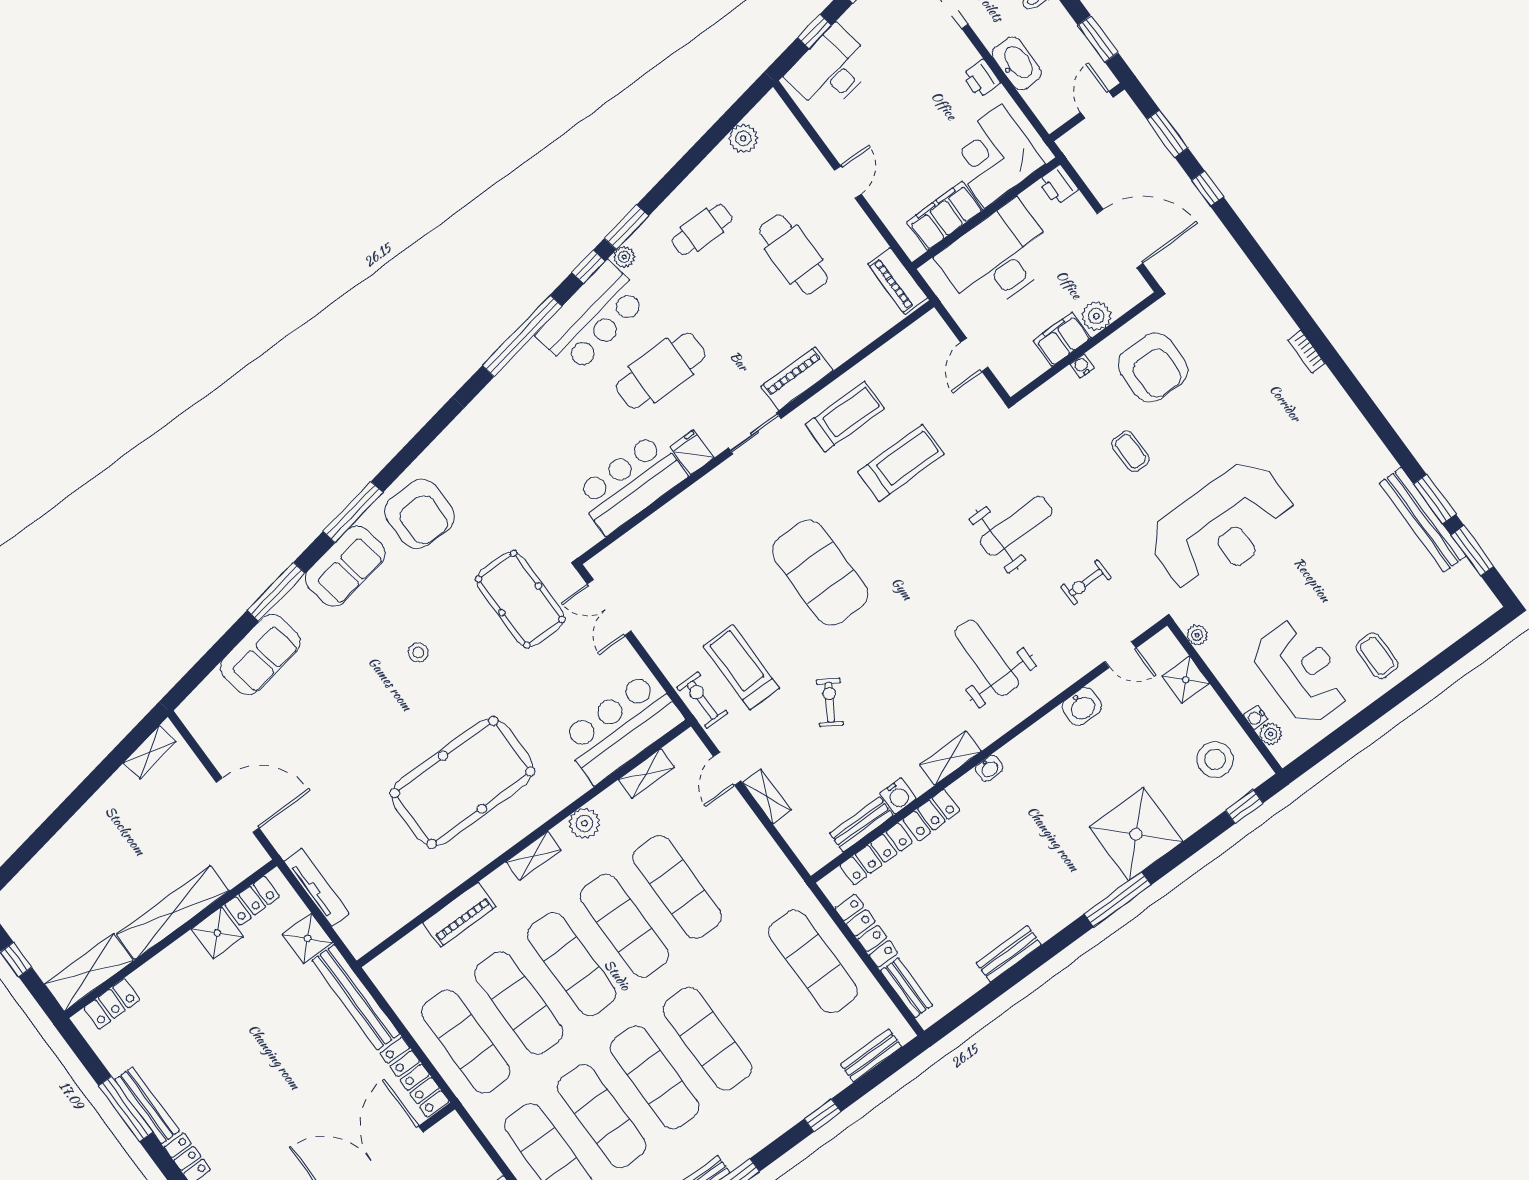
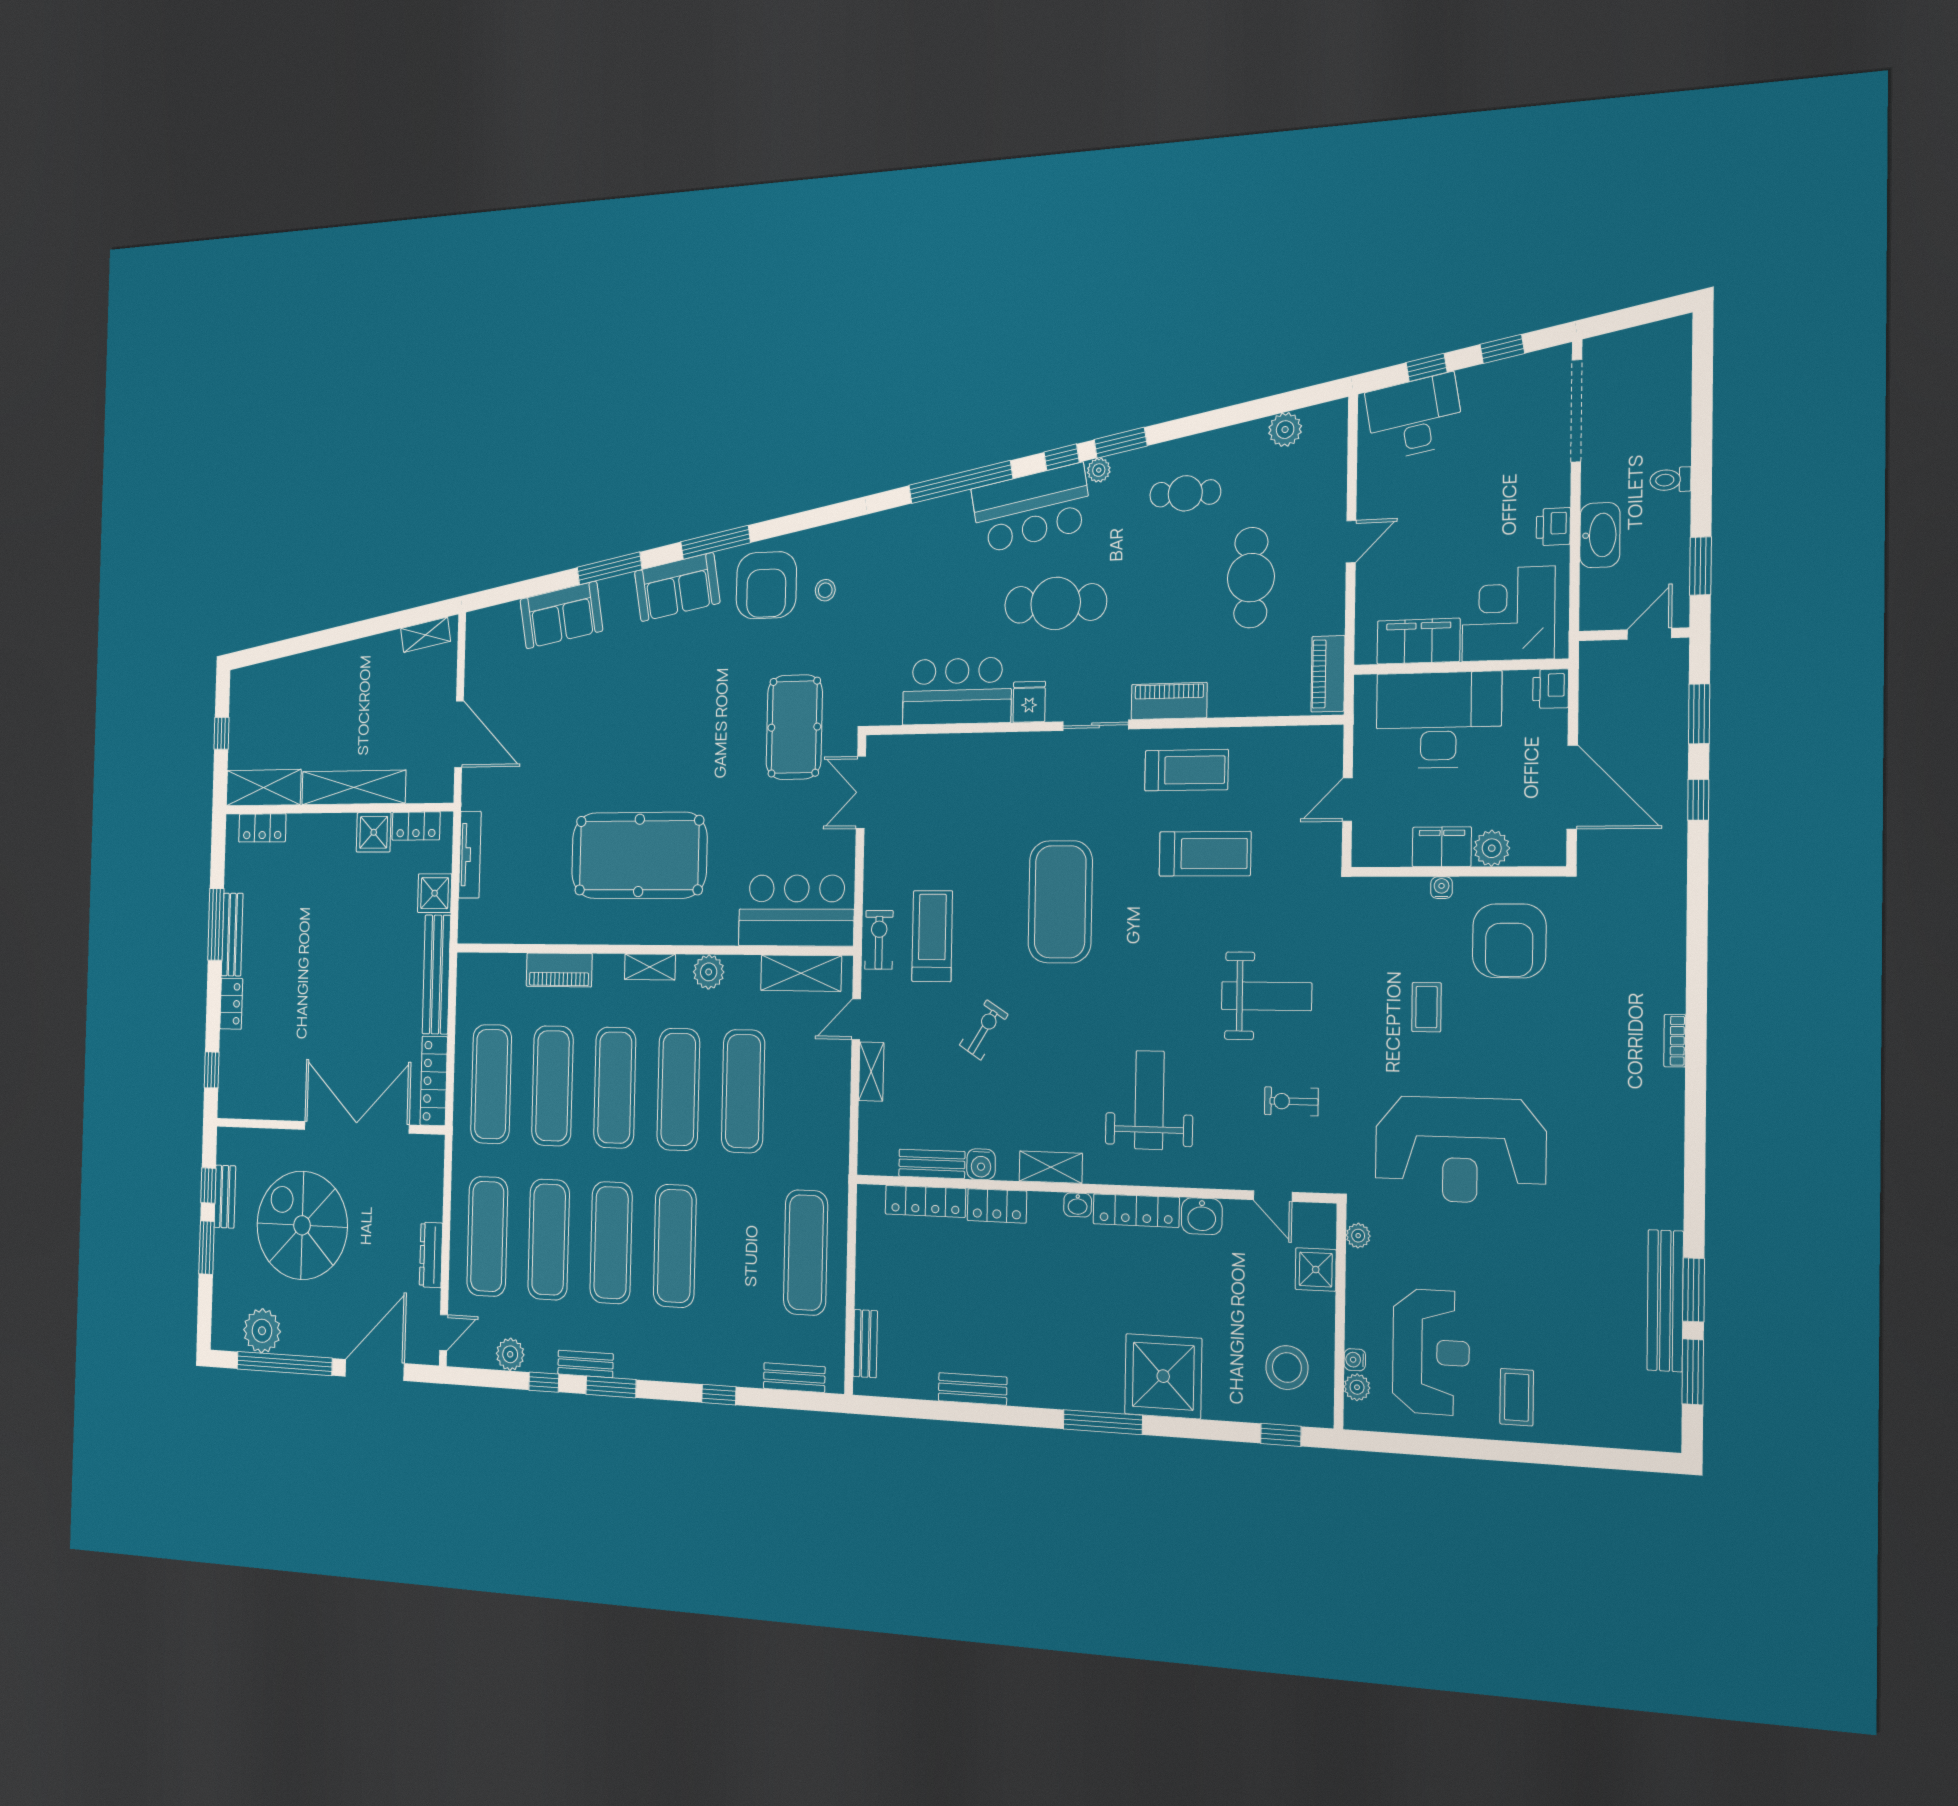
stool: (418, 653) -> (825, 590), moved
shelving: (646, 773) -> (801, 973), width x1.50, depth x1.33
locker: (866, 931) -> (1136, 1211), moved, turned 90

